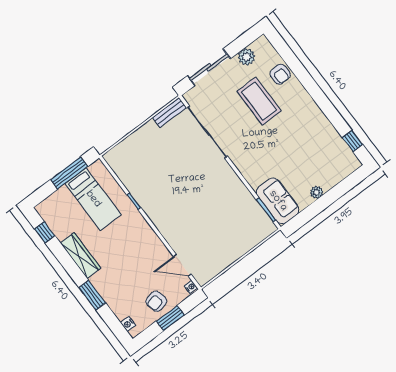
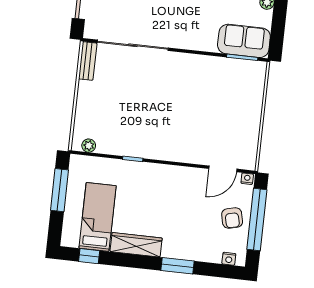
plant: (116, 165) -> (89, 146), added
bed: (93, 199) -> (98, 217), moved, turned -90
window: (170, 318) -> (257, 220), width x2.11

